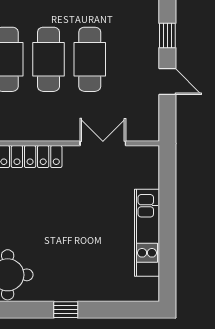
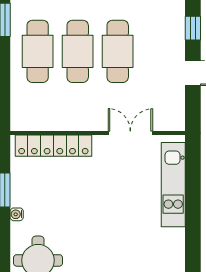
kitchen unit: (147, 233) -> (173, 185), moved

